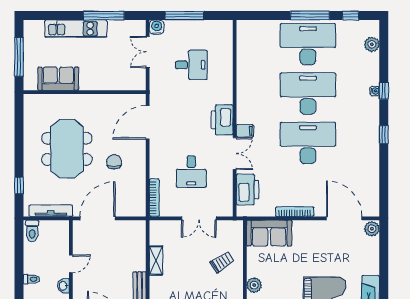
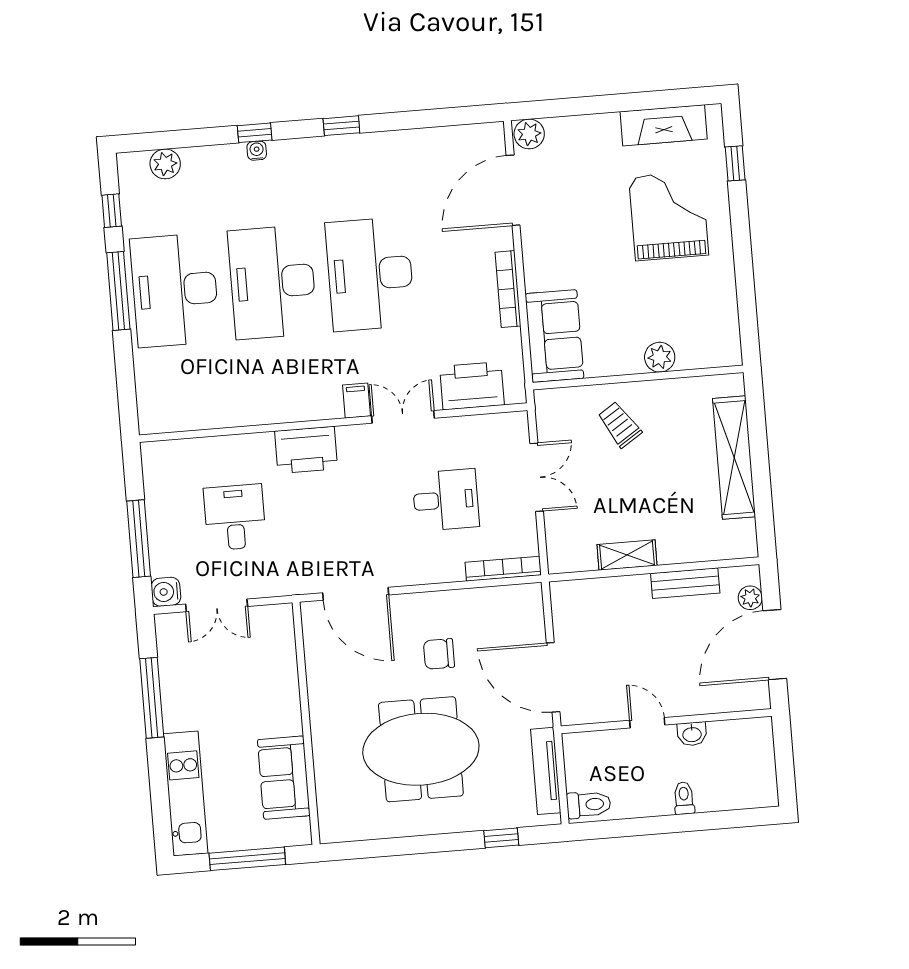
kitchen unit: (76, 29) -> (186, 794), moved
printer: (222, 120) -> (306, 450), moved

